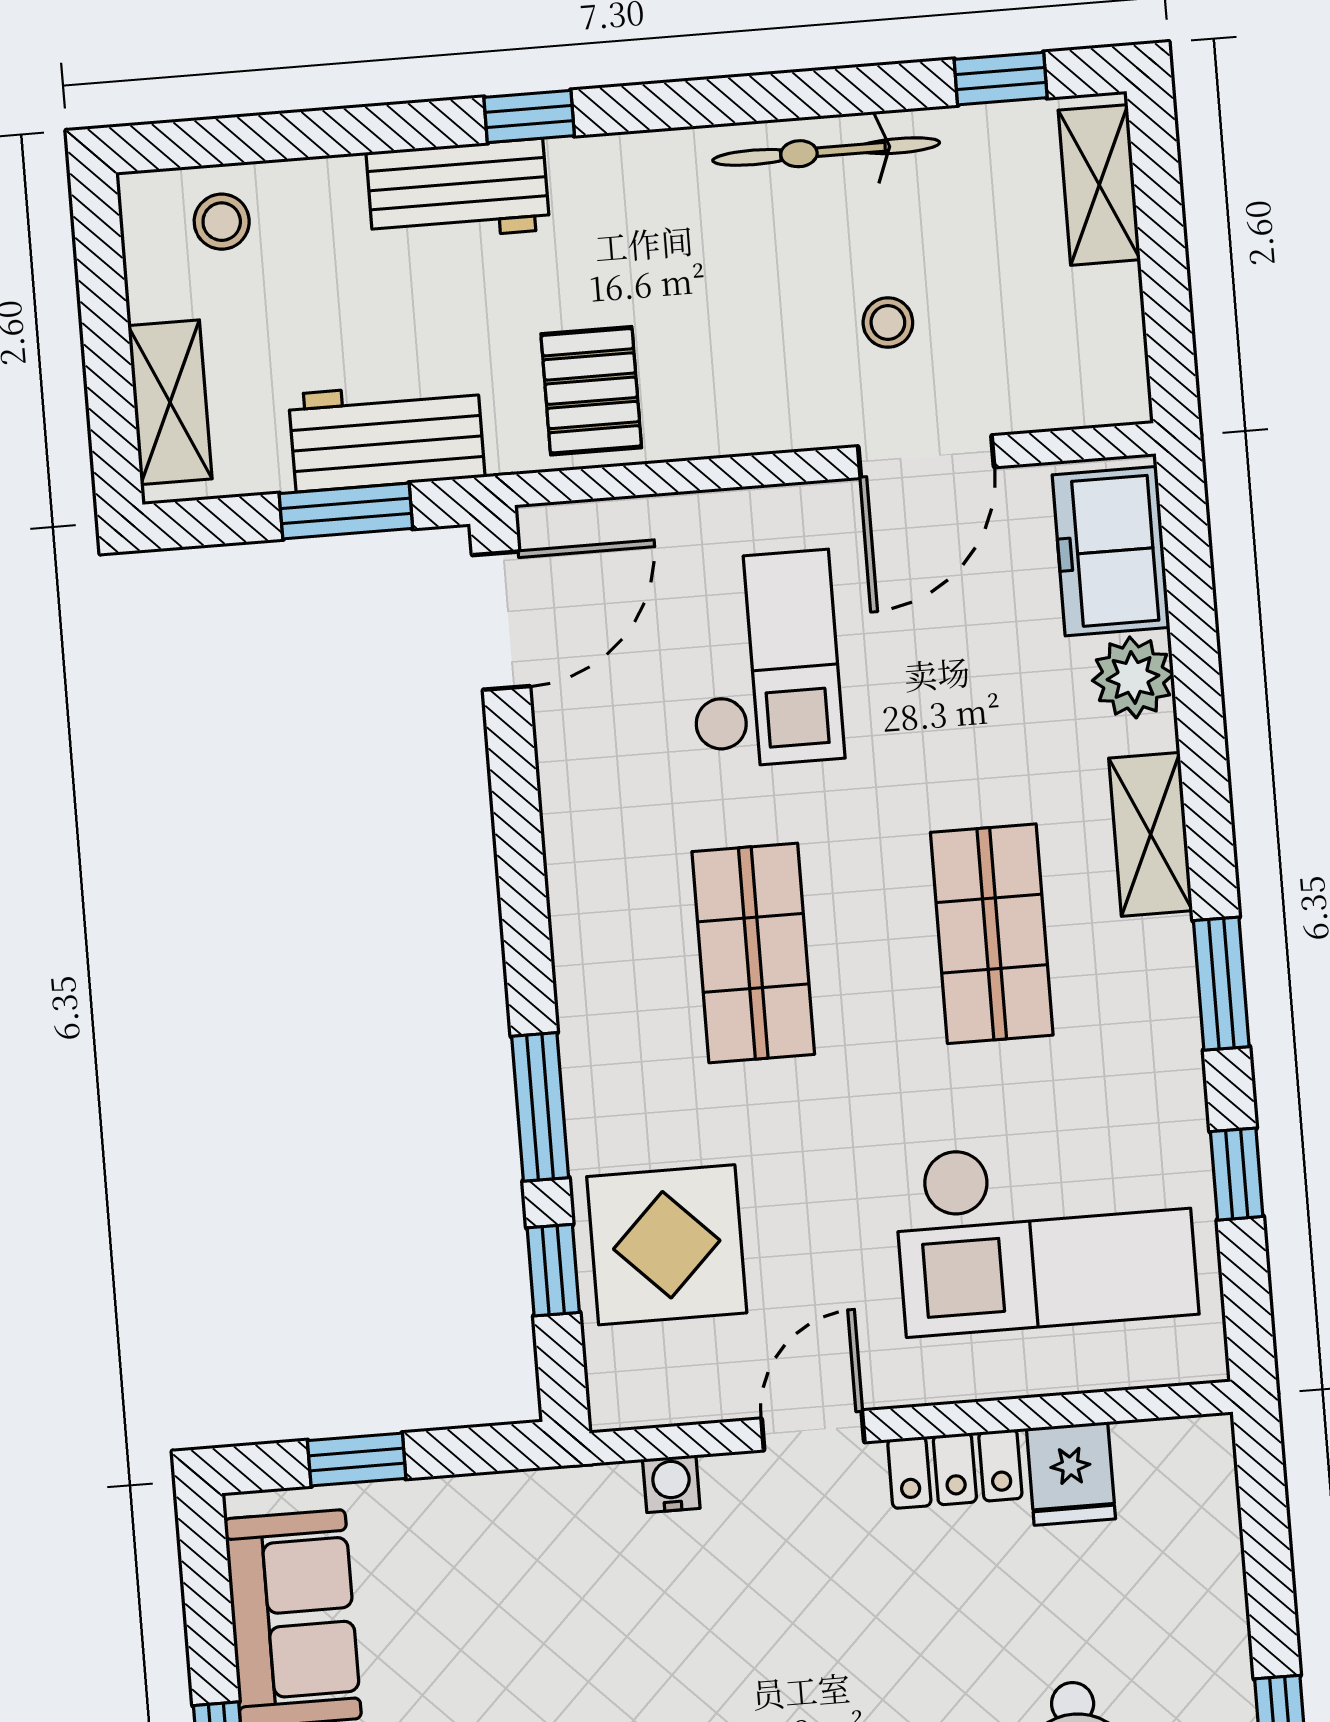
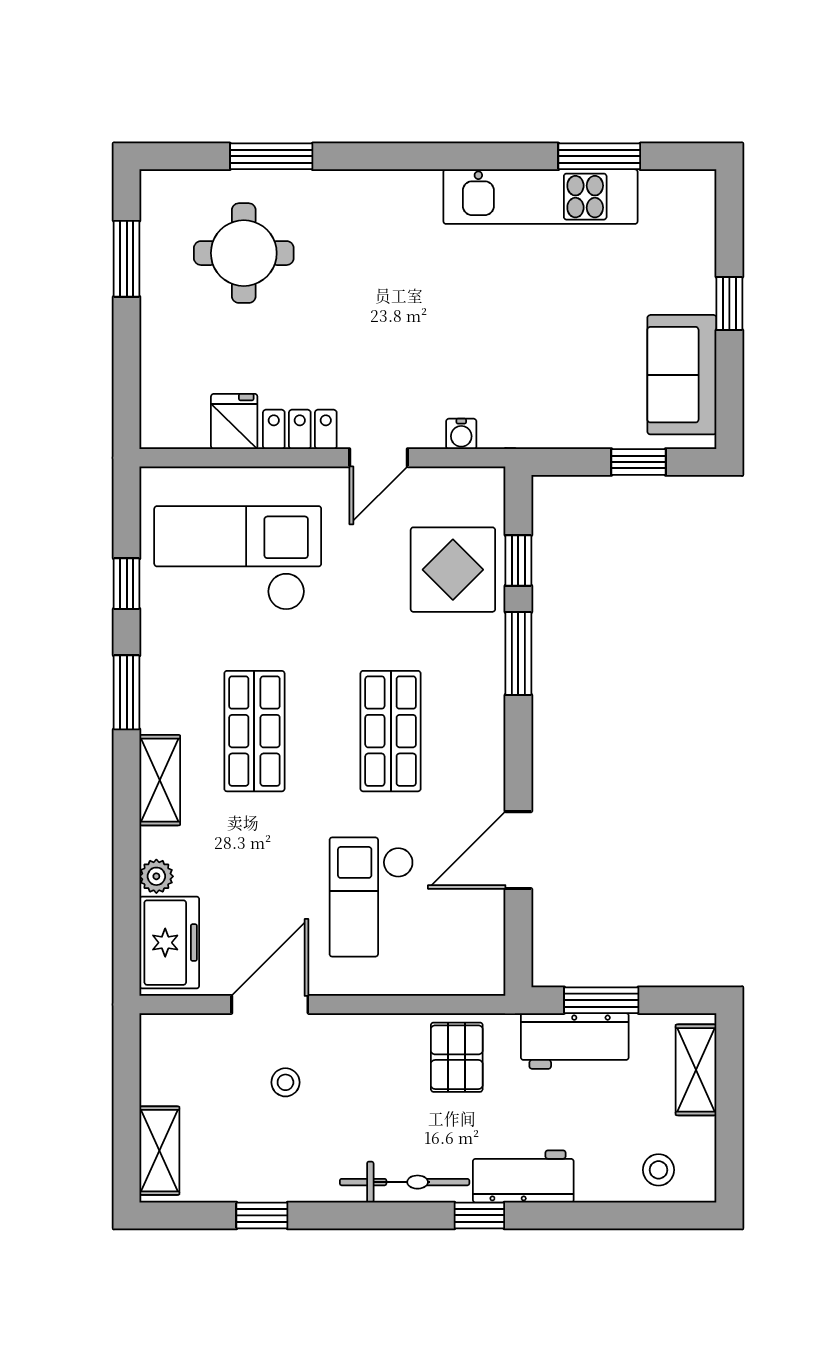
window: (1001, 79) -> (262, 1215), moved
bicycle: (826, 152) -> (405, 1182), moved
door: (501, 621) -> (518, 850), moved
plant: (1133, 677) -> (156, 876), width x0.73, depth x0.73

